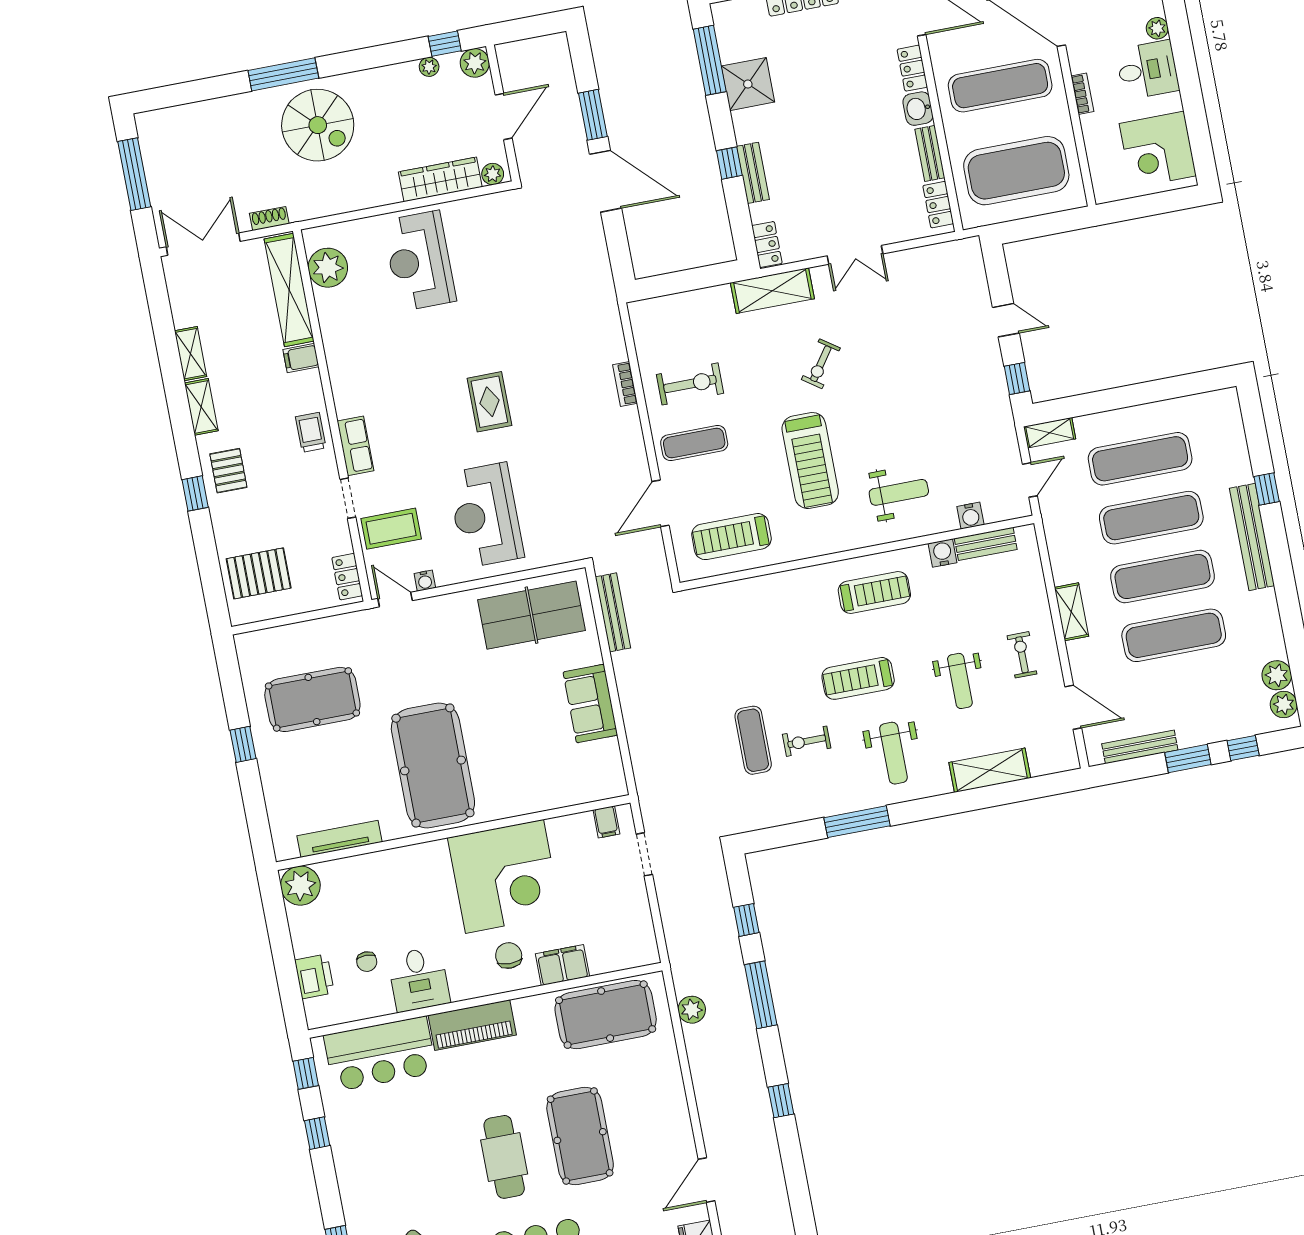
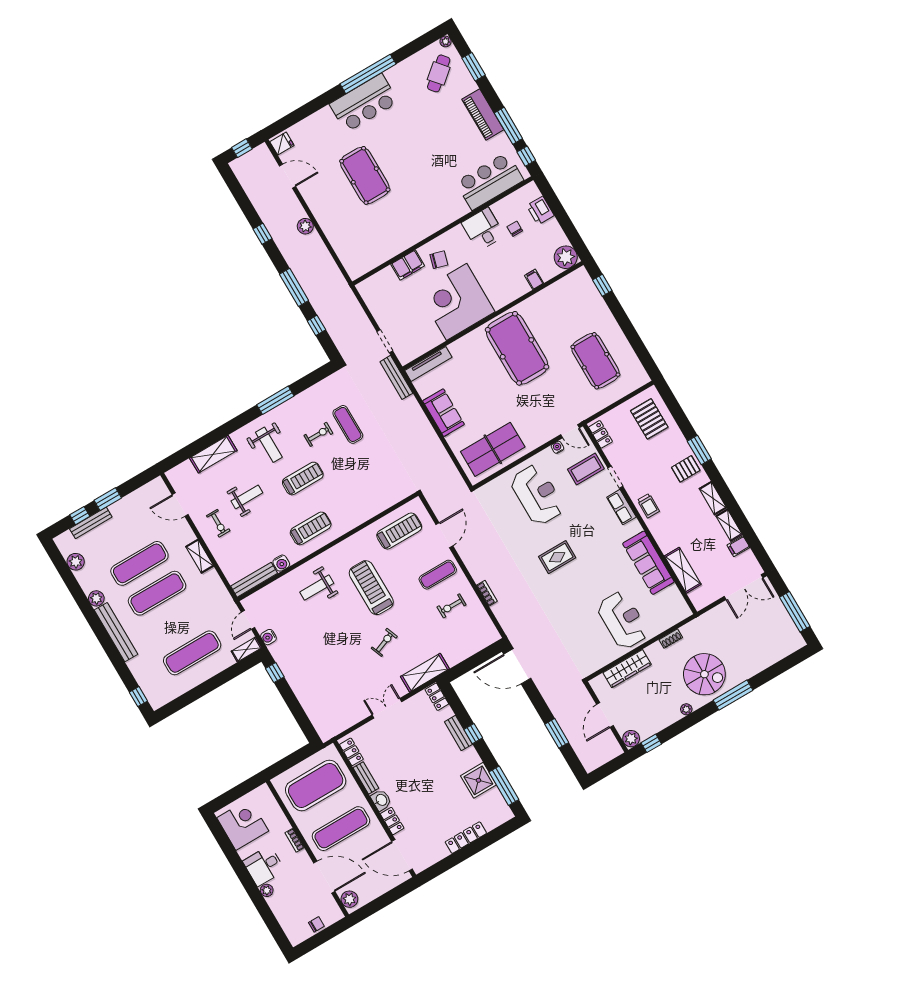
plant: (429, 67) -> (686, 709), moved
spiral stairs: (318, 125) -> (704, 674), turned 180
plant: (493, 174) -> (600, 682), removed
door: (605, 181) -> (517, 666), moved
shoe rack: (269, 219) -> (671, 639), moved
plant: (328, 268) -> (671, 599), removed
shelving: (289, 290) -> (683, 570), width x0.68
door: (1006, 320) -> (292, 702), removed
sofa: (344, 339) -> (648, 563), added
filing cabinet: (301, 358) -> (738, 546), moved, turned 180
exercise bike: (821, 364) -> (384, 642), turned 34
exercise bike: (690, 384) -> (452, 606), width x0.73, depth x0.72
rug: (489, 402) -> (557, 557), turned 90
pallet: (228, 471) -> (686, 469), turned 90
window: (1267, 489) -> (138, 697), moved
window: (195, 493) -> (699, 450), width x1.50
water cooler: (970, 516) -> (268, 637), moved, turned -90
exercise mat: (1151, 518) -> (175, 623), removed
bench: (986, 544) -> (254, 580), width x1.36
pallet: (259, 573) -> (649, 419), turned 90
treadmill: (874, 592) -> (311, 528), turned 180
bench: (613, 612) -> (396, 377), moved
weight bench: (960, 681) -> (247, 497), turned 90
pool table: (312, 699) -> (595, 361), turned 90
plant: (1284, 705) -> (96, 598), moved
window: (243, 744) -> (602, 285), moved
bench: (1140, 747) -> (91, 523), moved
weight bench: (893, 753) -> (269, 445), turned 180
filing cabinet: (606, 822) -> (534, 279), moved
tv unit: (340, 839) -> (428, 364), moved
chair: (509, 955) -> (439, 260), turned -74
plant: (692, 1010) -> (305, 226), moved
pool table: (606, 1015) -> (375, 246), removed
piano: (472, 1025) -> (483, 115), moved, turned -90
window: (317, 1133) -> (508, 126), width x2.17
cafe table: (504, 1157) -> (402, 149), removed
door: (706, 1180) -> (288, 176), hinge flipped

